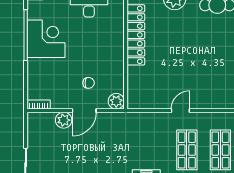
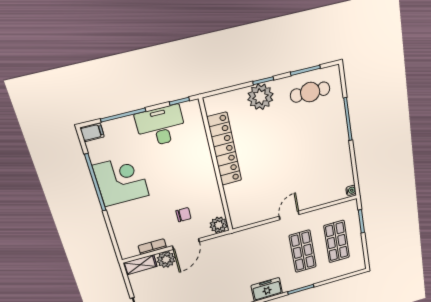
bookcase: (39, 105) -> (152, 247), moved
shelving: (41, 118) -> (140, 265), added

